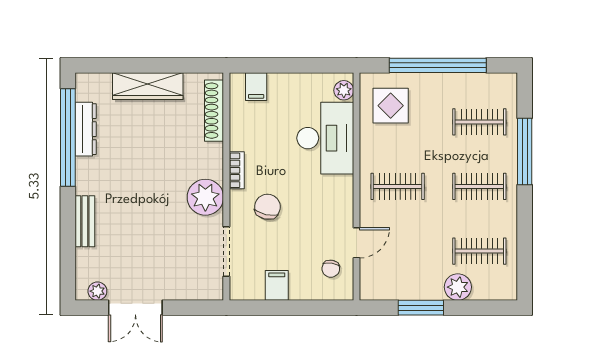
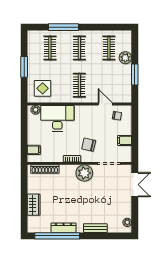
window: (438, 65) -> (24, 67), width x0.47
wardrobe: (148, 86) -> (34, 205), width x0.67
dresser: (86, 129) -> (64, 228), moved
double door: (135, 308) -> (135, 185), moved

